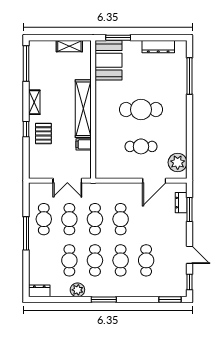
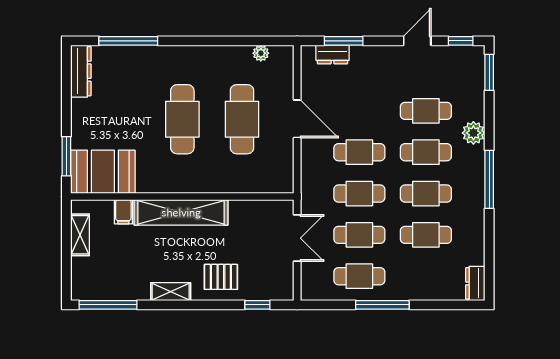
dresser: (158, 47) -> (81, 71), moved
window: (26, 129) -> (257, 305), moved
filing cabinet: (84, 144) -> (123, 212), moved
cafe table: (141, 146) -> (242, 119), width x1.37, depth x1.35
plant: (178, 162) -> (261, 53), width x0.53, depth x0.53
door: (154, 181) -> (297, 119), moved
plant: (77, 290) -> (473, 133), moved
window: (104, 300) -> (489, 179), width x1.44

